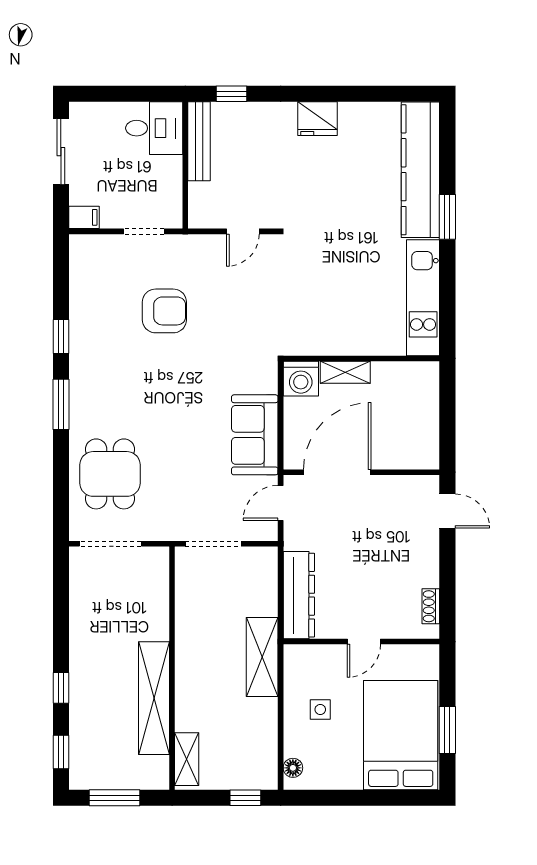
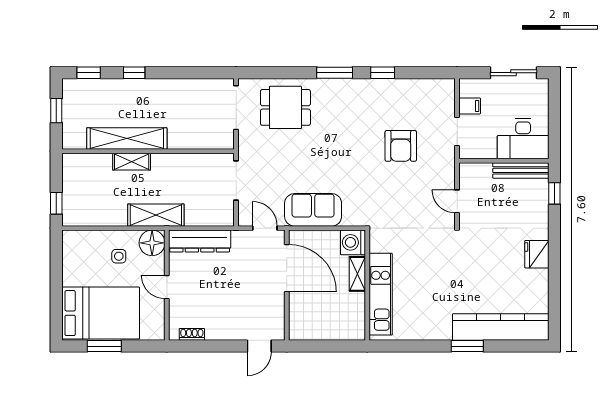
desk: (154, 128) -> (523, 139), width x1.37
filing cabinet: (84, 217) -> (470, 106), moved, turned -90
kitchen unit: (423, 298) -> (381, 294), moved, turned 90
shelving: (187, 759) -> (132, 162), moved
floor lamp: (293, 768) -> (152, 243), moved, width x1.89, depth x1.89
window: (114, 798) -> (56, 111), width x0.67

